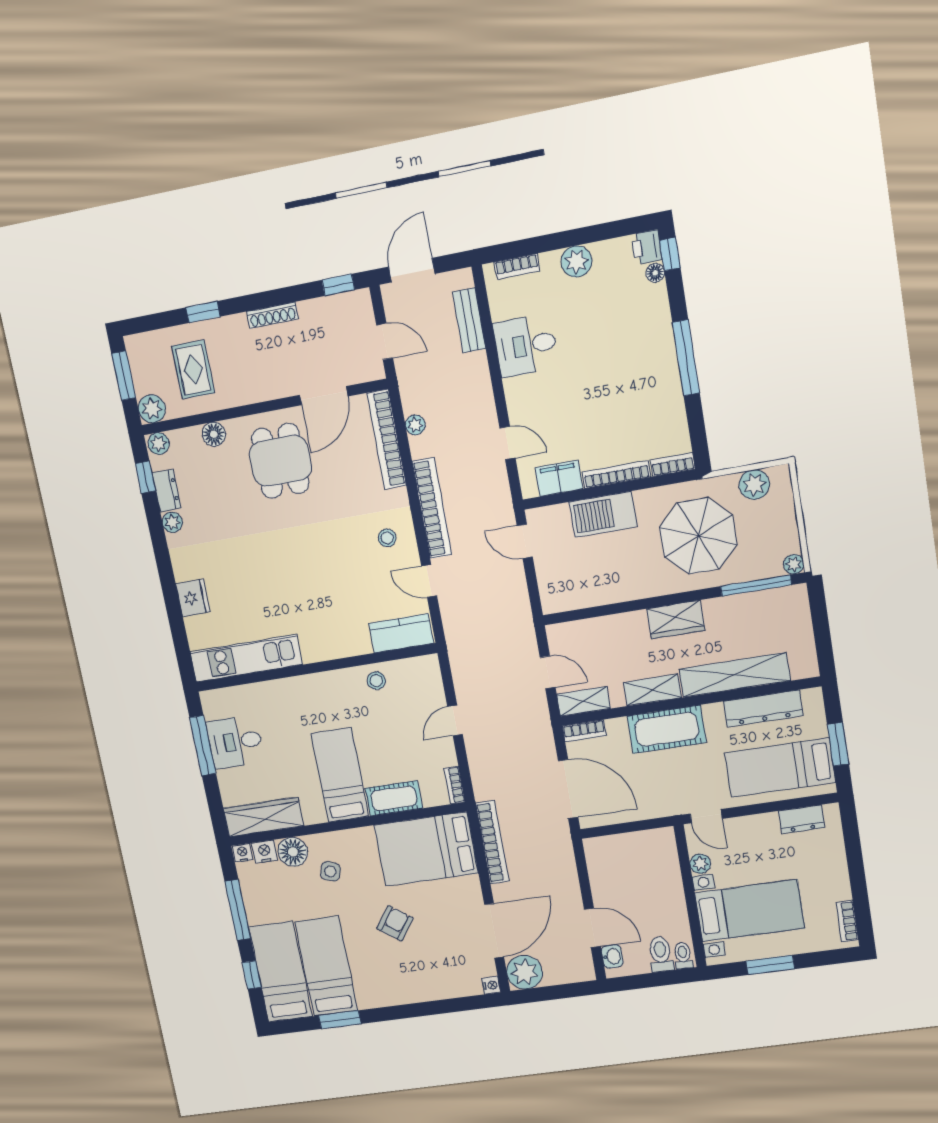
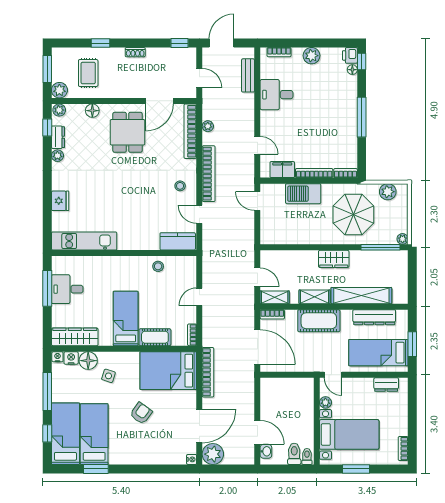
shoe rack: (272, 315) -> (135, 52), width x0.70

